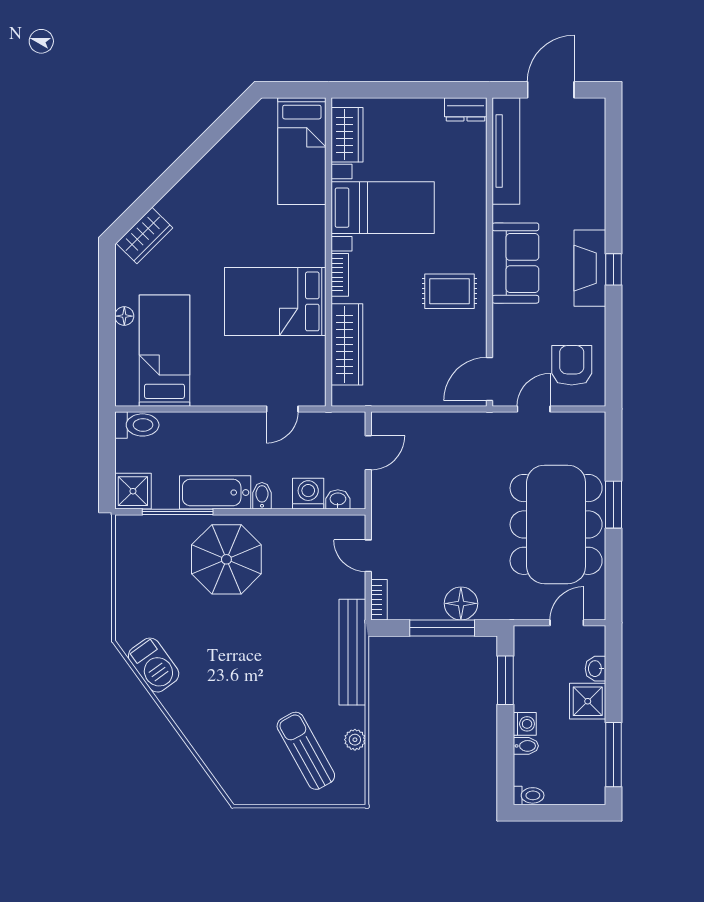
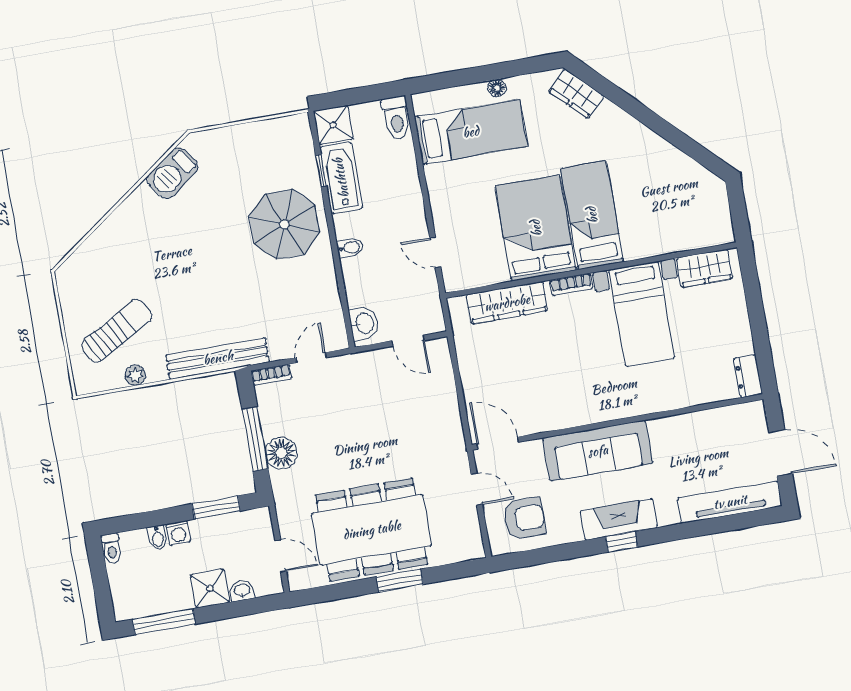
bed: (302, 151) -> (592, 215), moved, turned 90
tv unit: (506, 151) -> (730, 502), moved, turned 180
sofa: (515, 263) -> (598, 451), width x1.36
rug: (449, 291) -> (574, 391), removed
bathtub: (215, 492) -> (341, 178), moved
washing machine: (308, 494) -> (360, 291), removed
washbasin: (338, 499) -> (364, 323), width x1.38, depth x1.45
window: (178, 512) -> (321, 171), width x0.46

